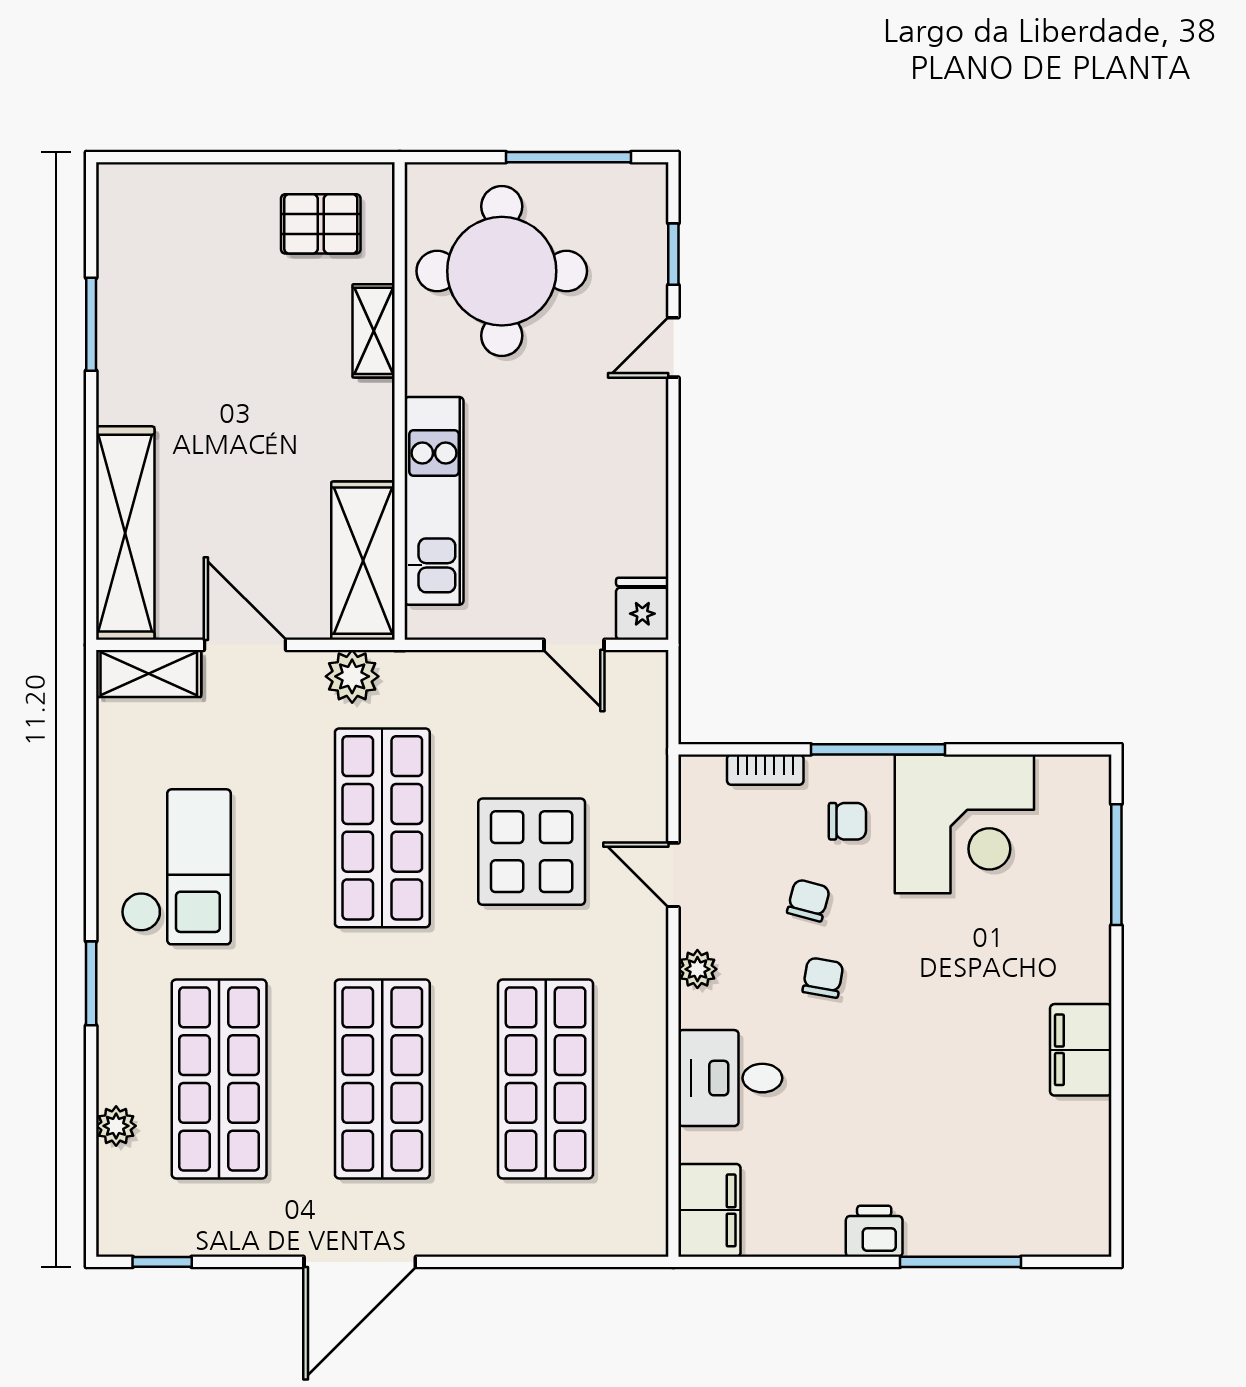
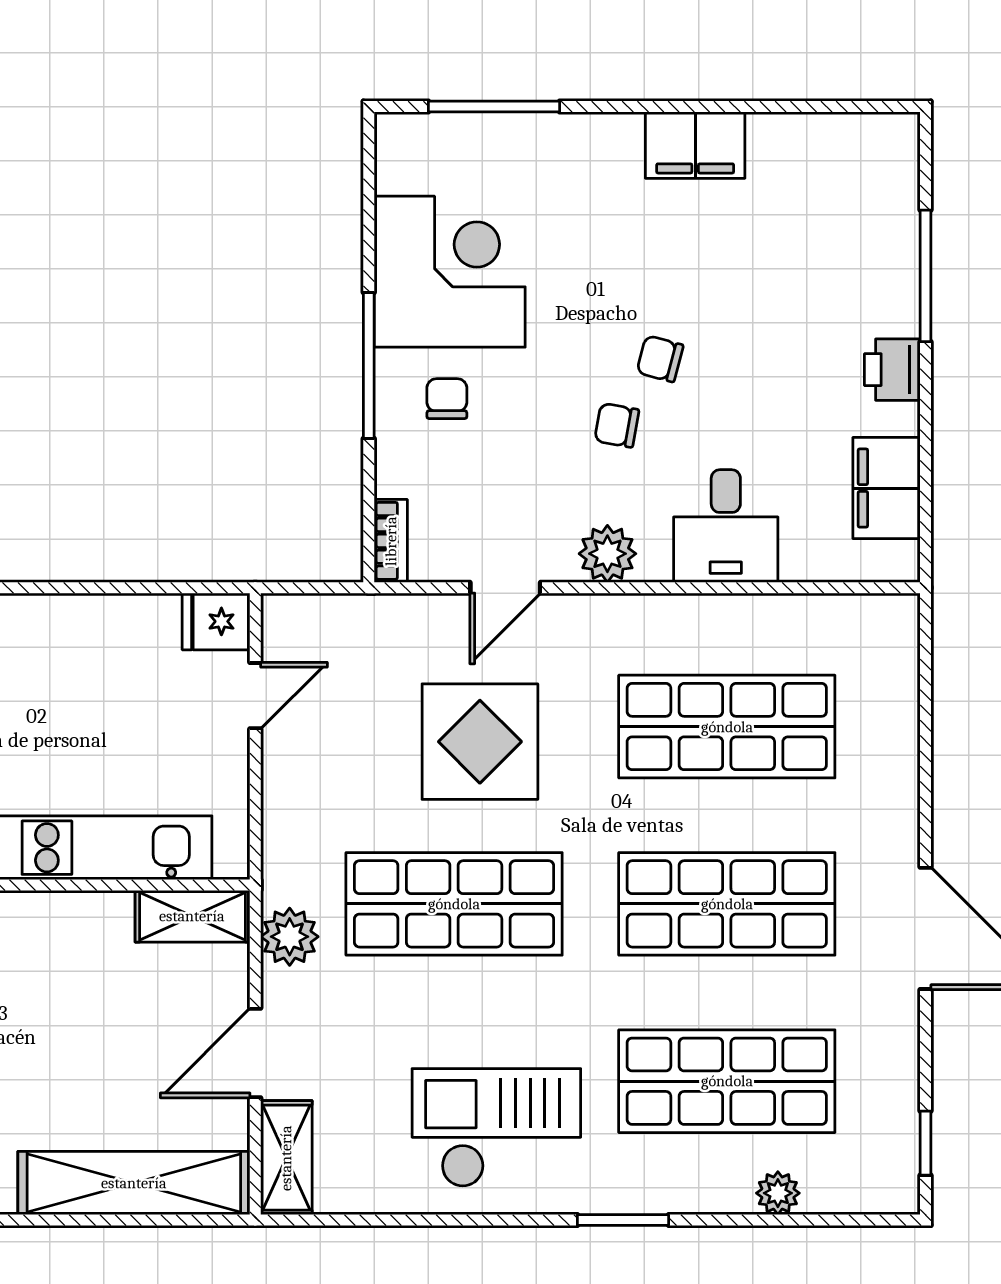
shelving: (363, 561) -> (192, 916), width x0.67, depth x0.75
bookcase: (765, 770) -> (391, 541), moved
chair: (808, 900) -> (660, 359), moved
plant: (697, 969) -> (607, 554), width x1.38, depth x1.38
filing cabinet: (709, 1210) -> (886, 488), moved, turned -90

